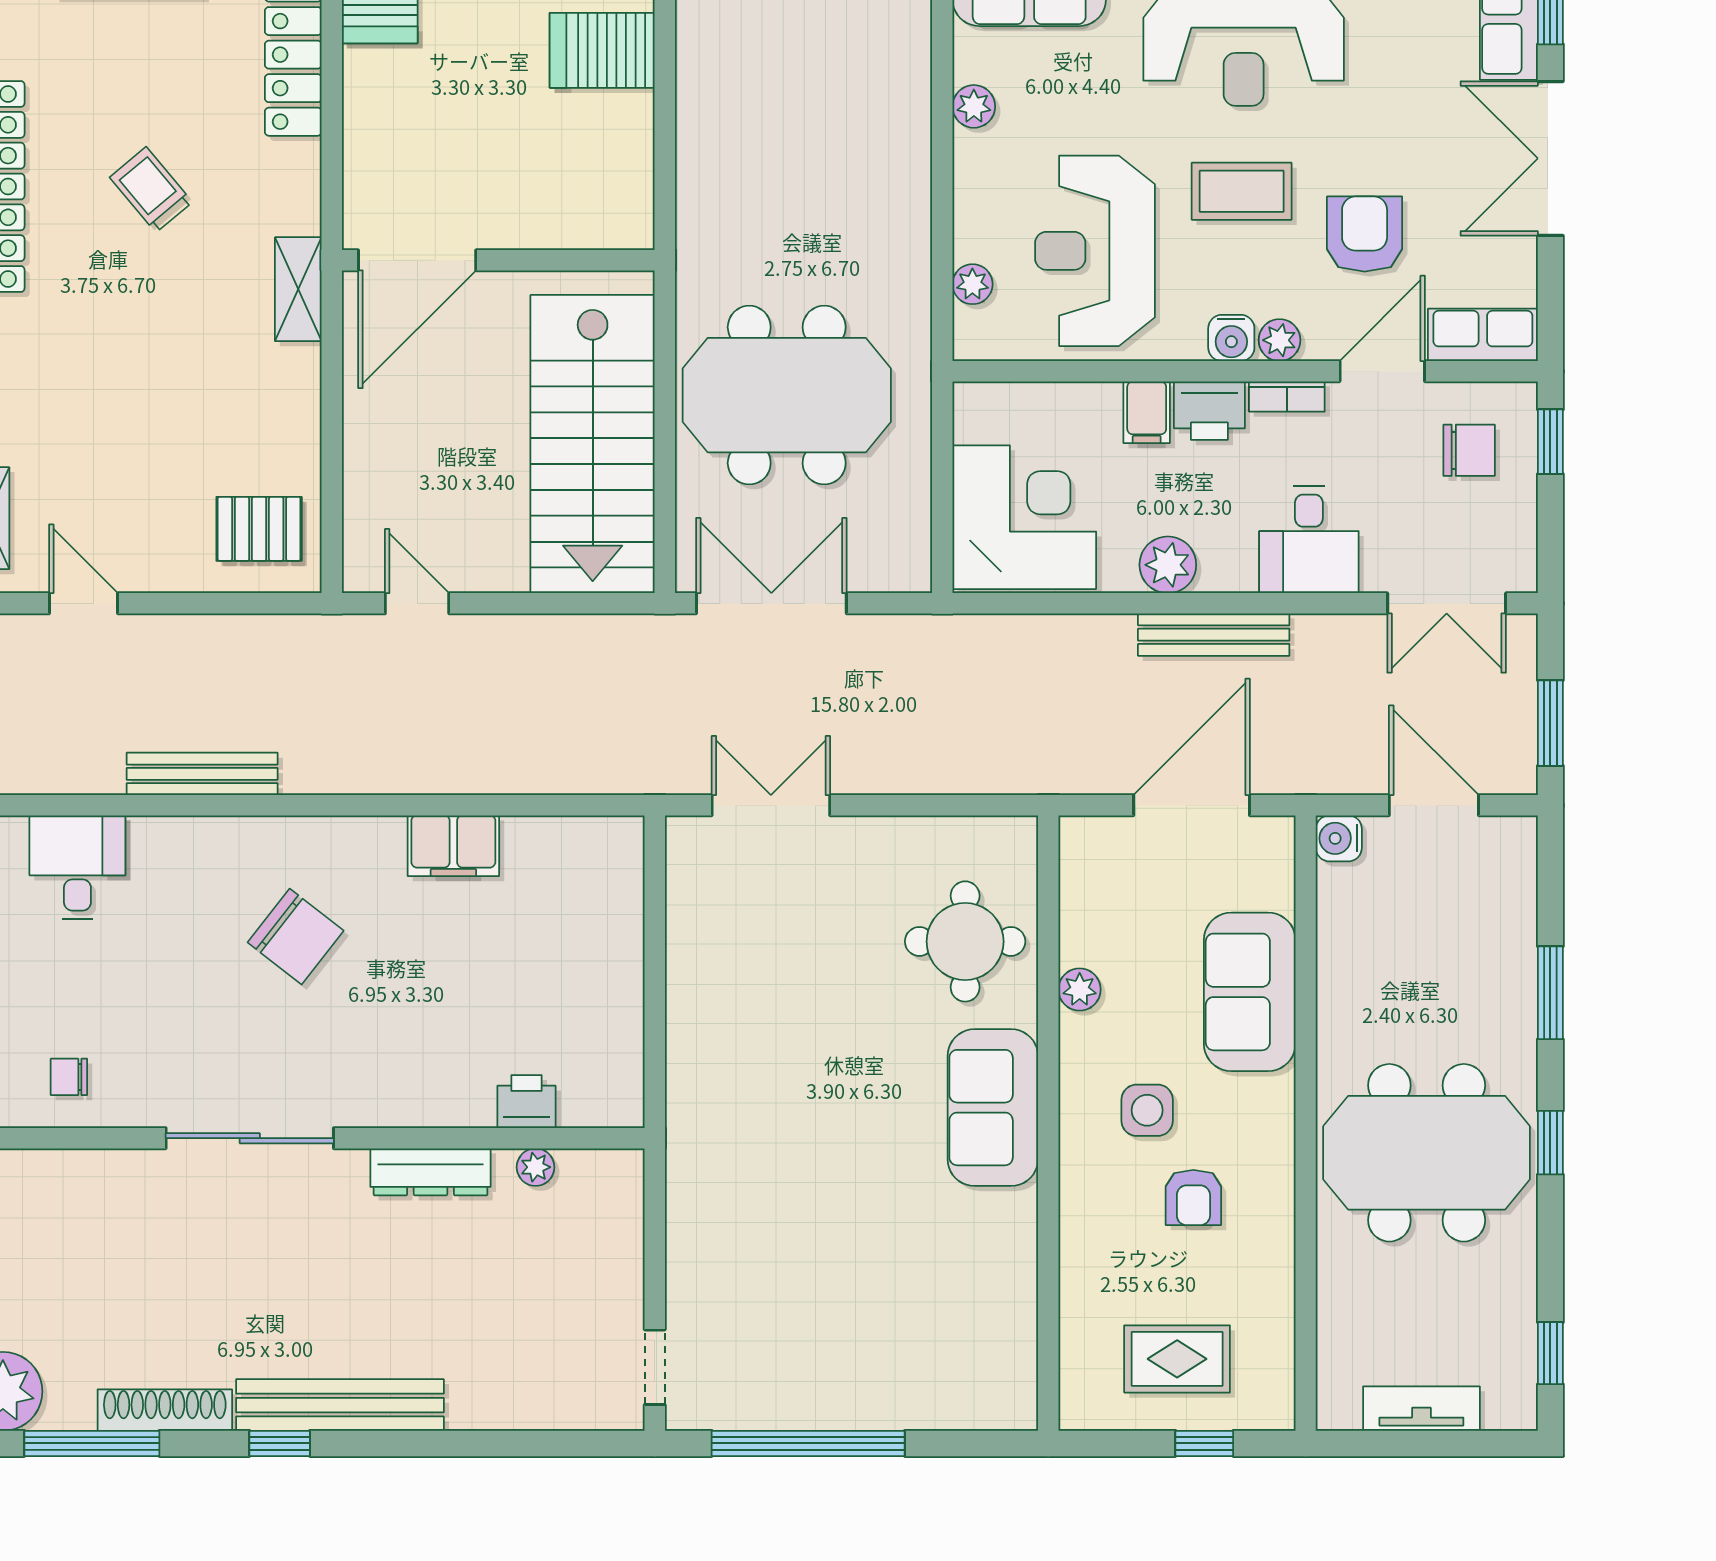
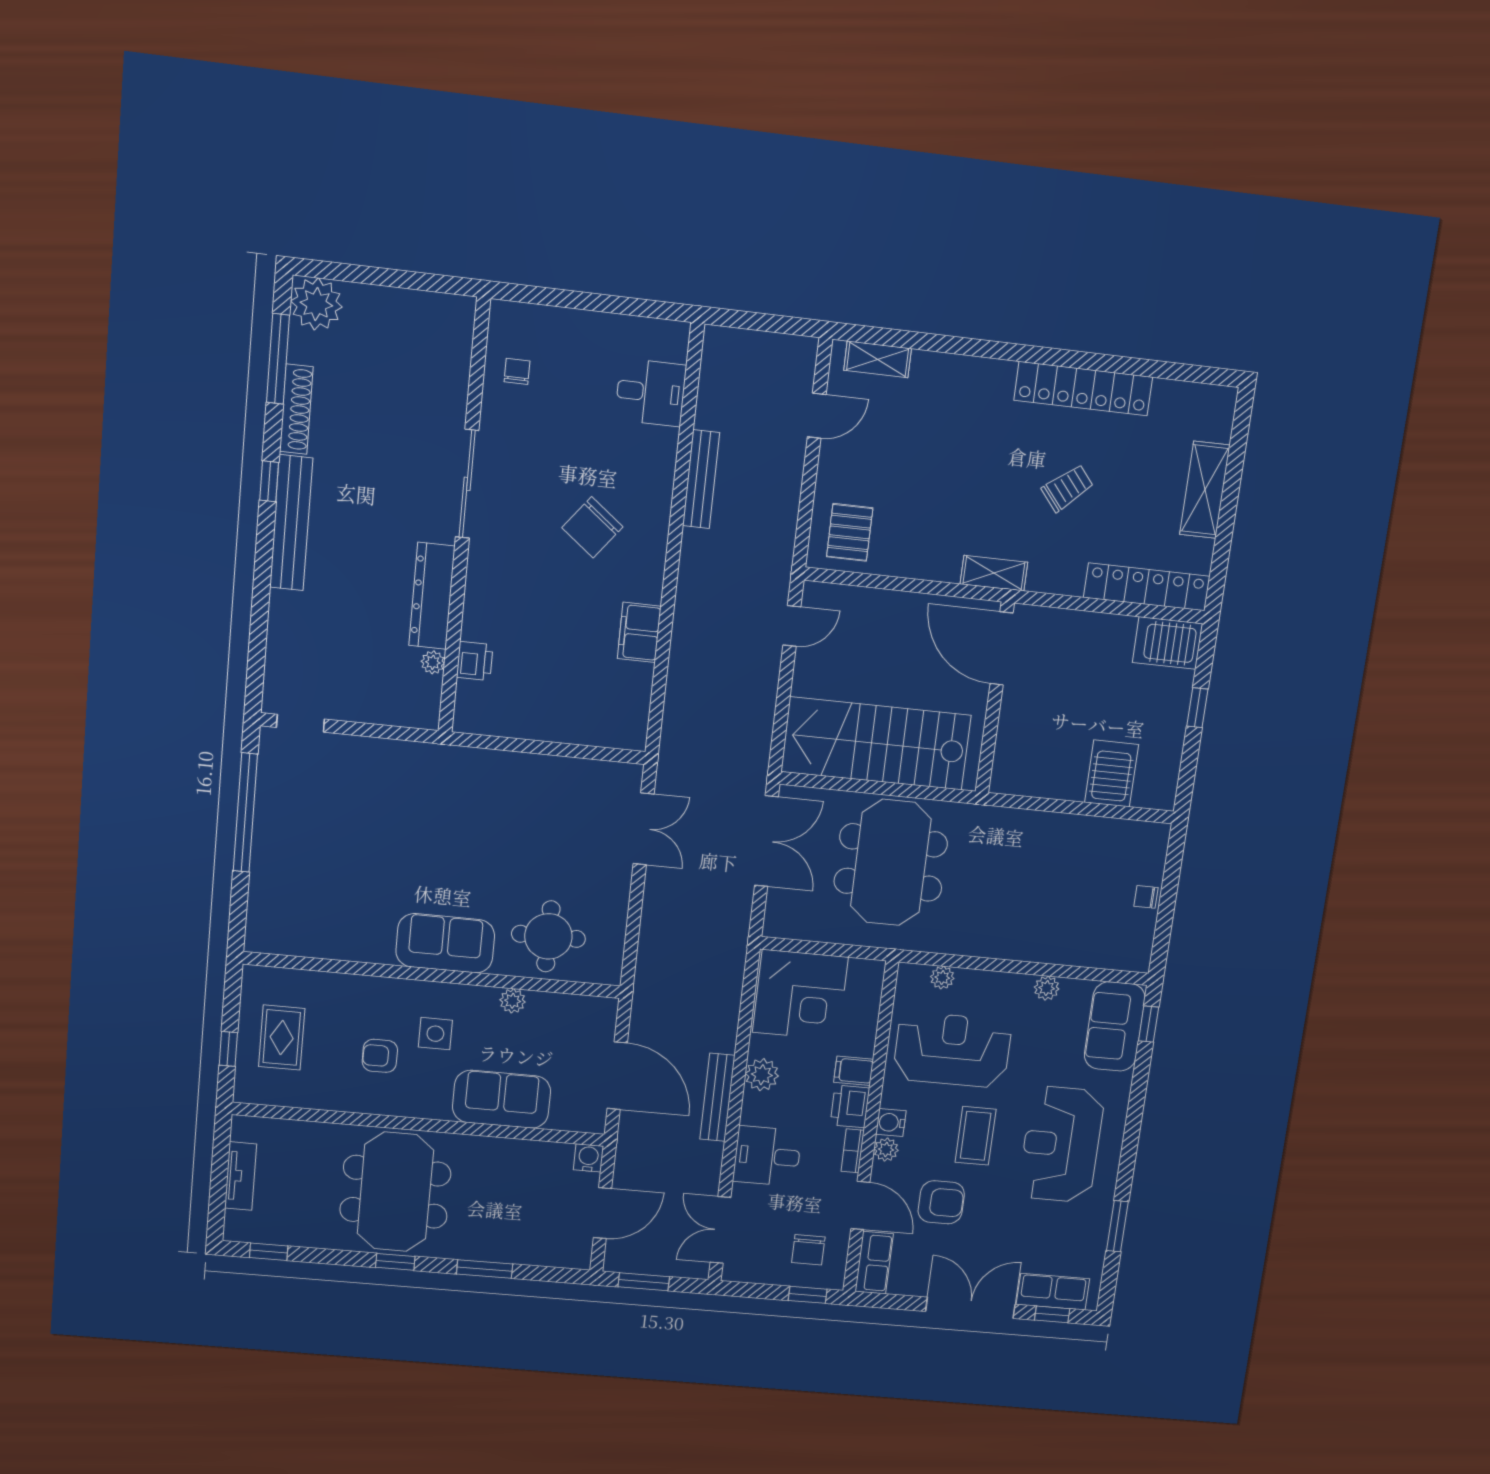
dresser: (431, 1172) -> (432, 596), width x1.37, depth x1.24

